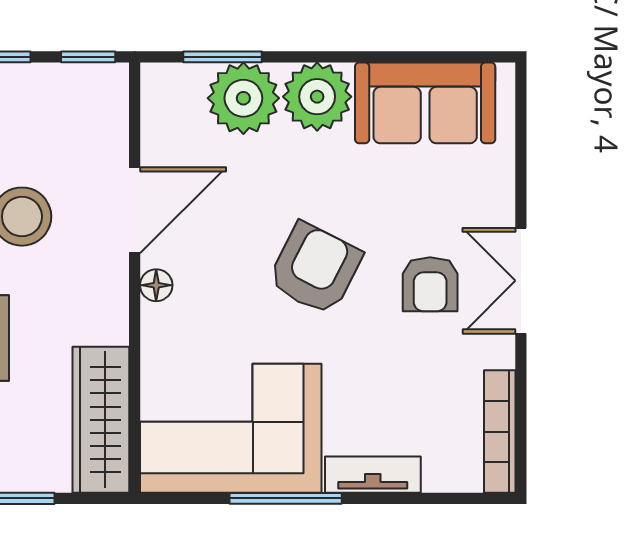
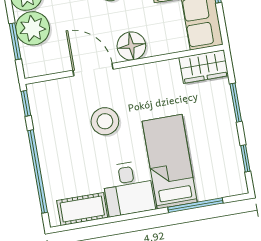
floor lamp: (156, 285) -> (131, 46), width x1.89, depth x1.89
wardrobe: (101, 420) -> (204, 67), width x0.67

